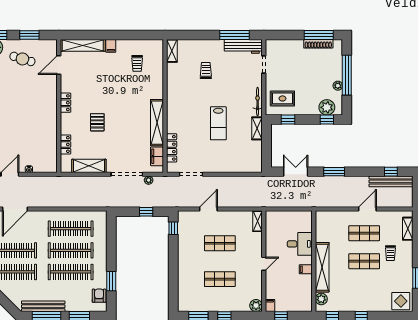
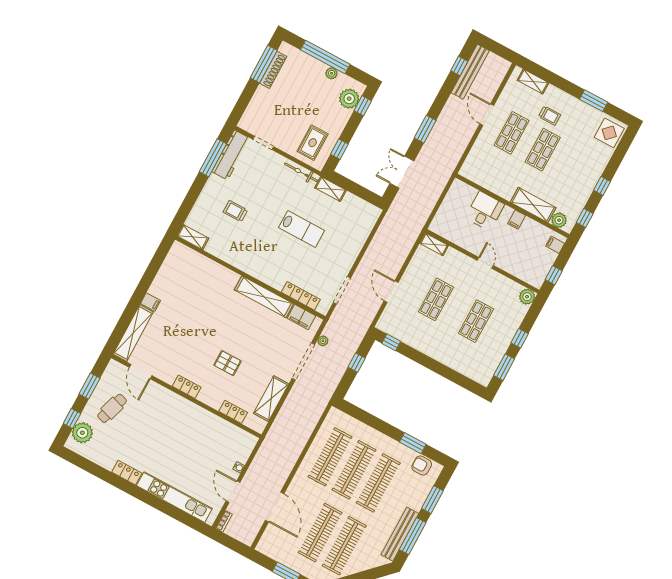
trolley: (137, 63) -> (186, 283), removed
shelving: (322, 267) -> (533, 205), width x0.68
filing cabinet: (270, 305) -> (555, 245), moved

